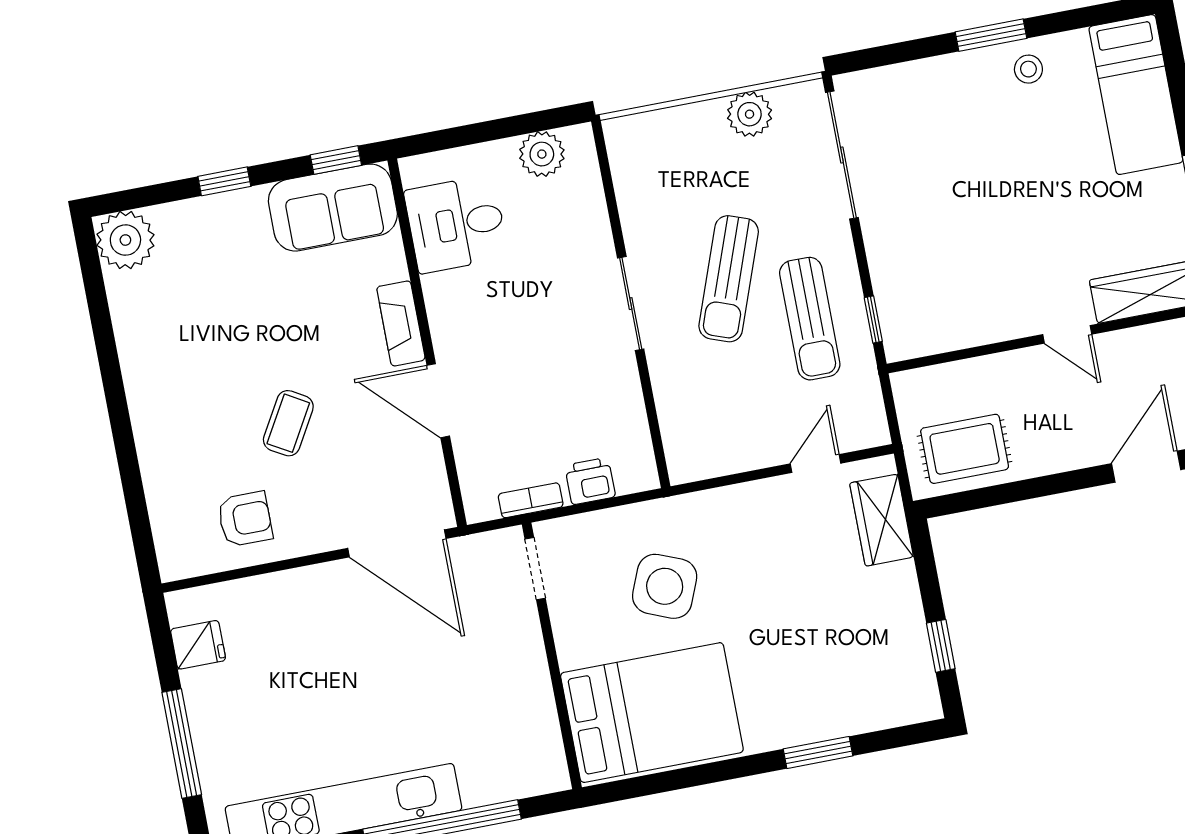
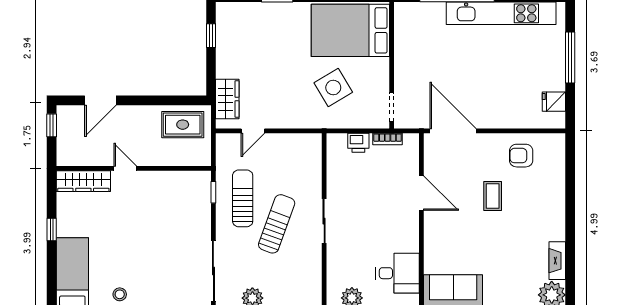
fireplace: (401, 323) -> (557, 261), moved, turned 180
coffee table: (288, 423) -> (493, 196), turned -30
side table: (665, 586) -> (333, 88), turned 37

